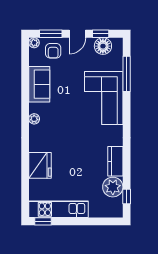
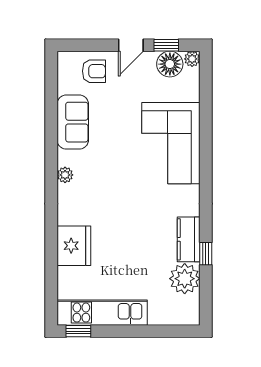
window: (51, 34) -> (90, 45), removed
plant: (34, 43) -> (192, 59), moved
armchair: (53, 51) -> (94, 71), turned -90
window: (127, 74) -> (206, 106), removed
window: (127, 196) -> (206, 254), moved

